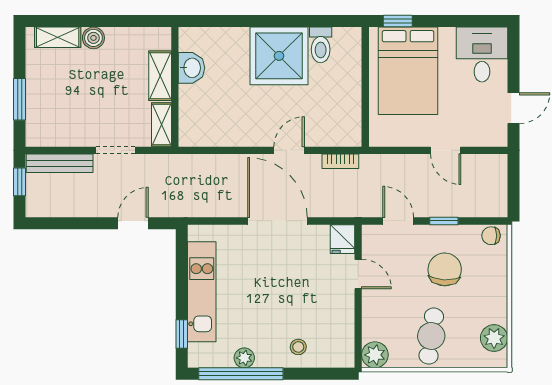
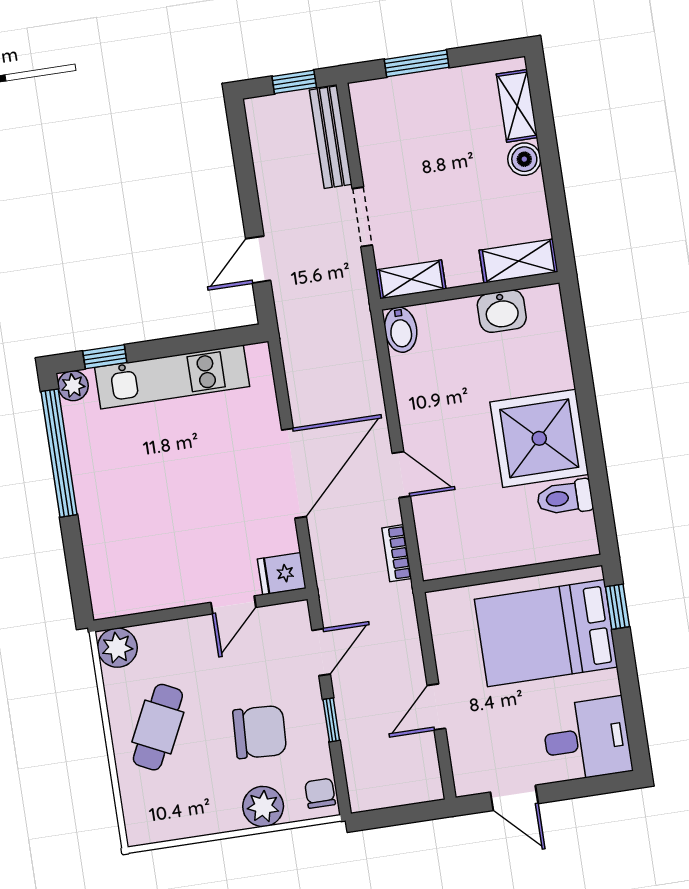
shelving: (160, 76) -> (519, 261), moved
bidet: (194, 136) -> (401, 330), added
door: (133, 223) -> (258, 260), swing flipped
cafe table: (431, 336) -> (158, 727), turned -72
plant: (494, 338) -> (263, 806), moved
stool: (298, 347) -> (112, 532), removed
plant: (244, 358) -> (73, 386), moved

